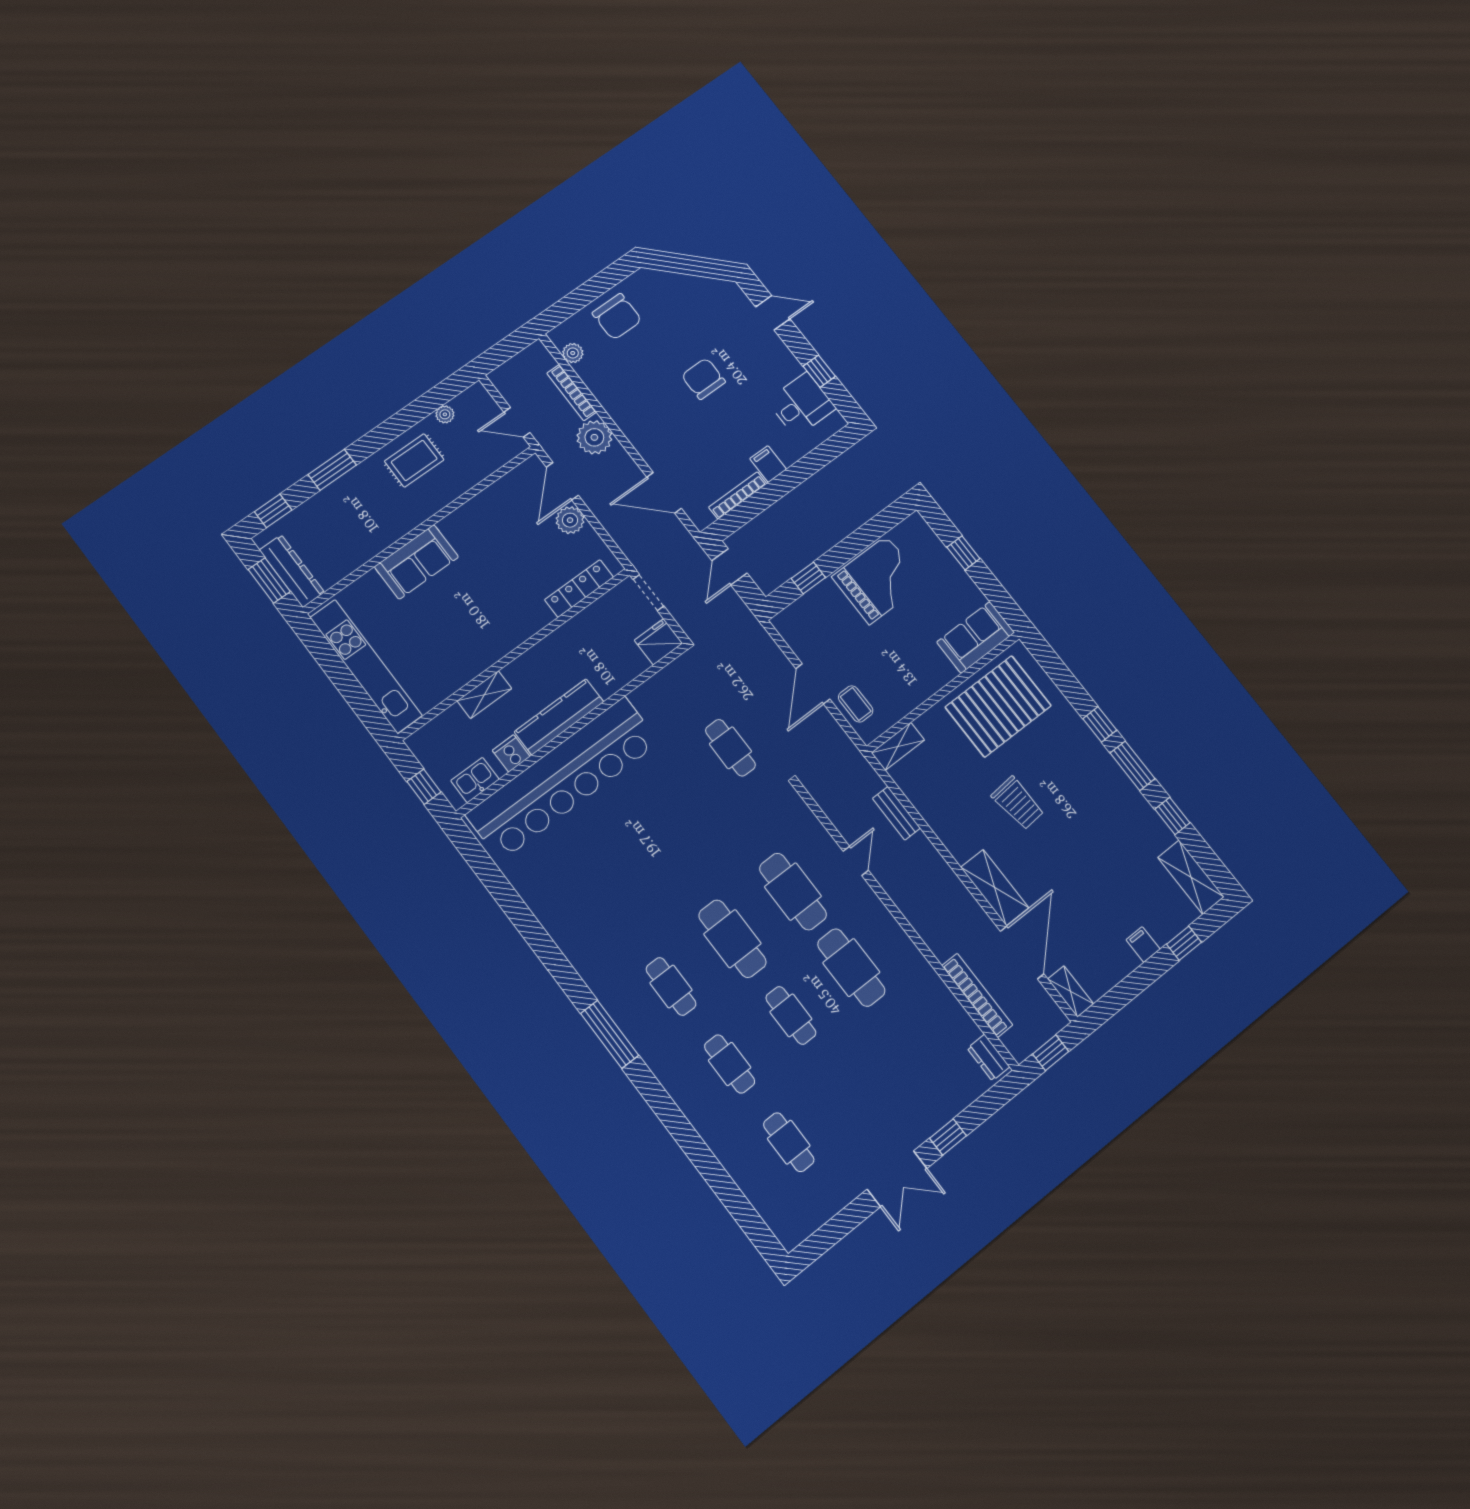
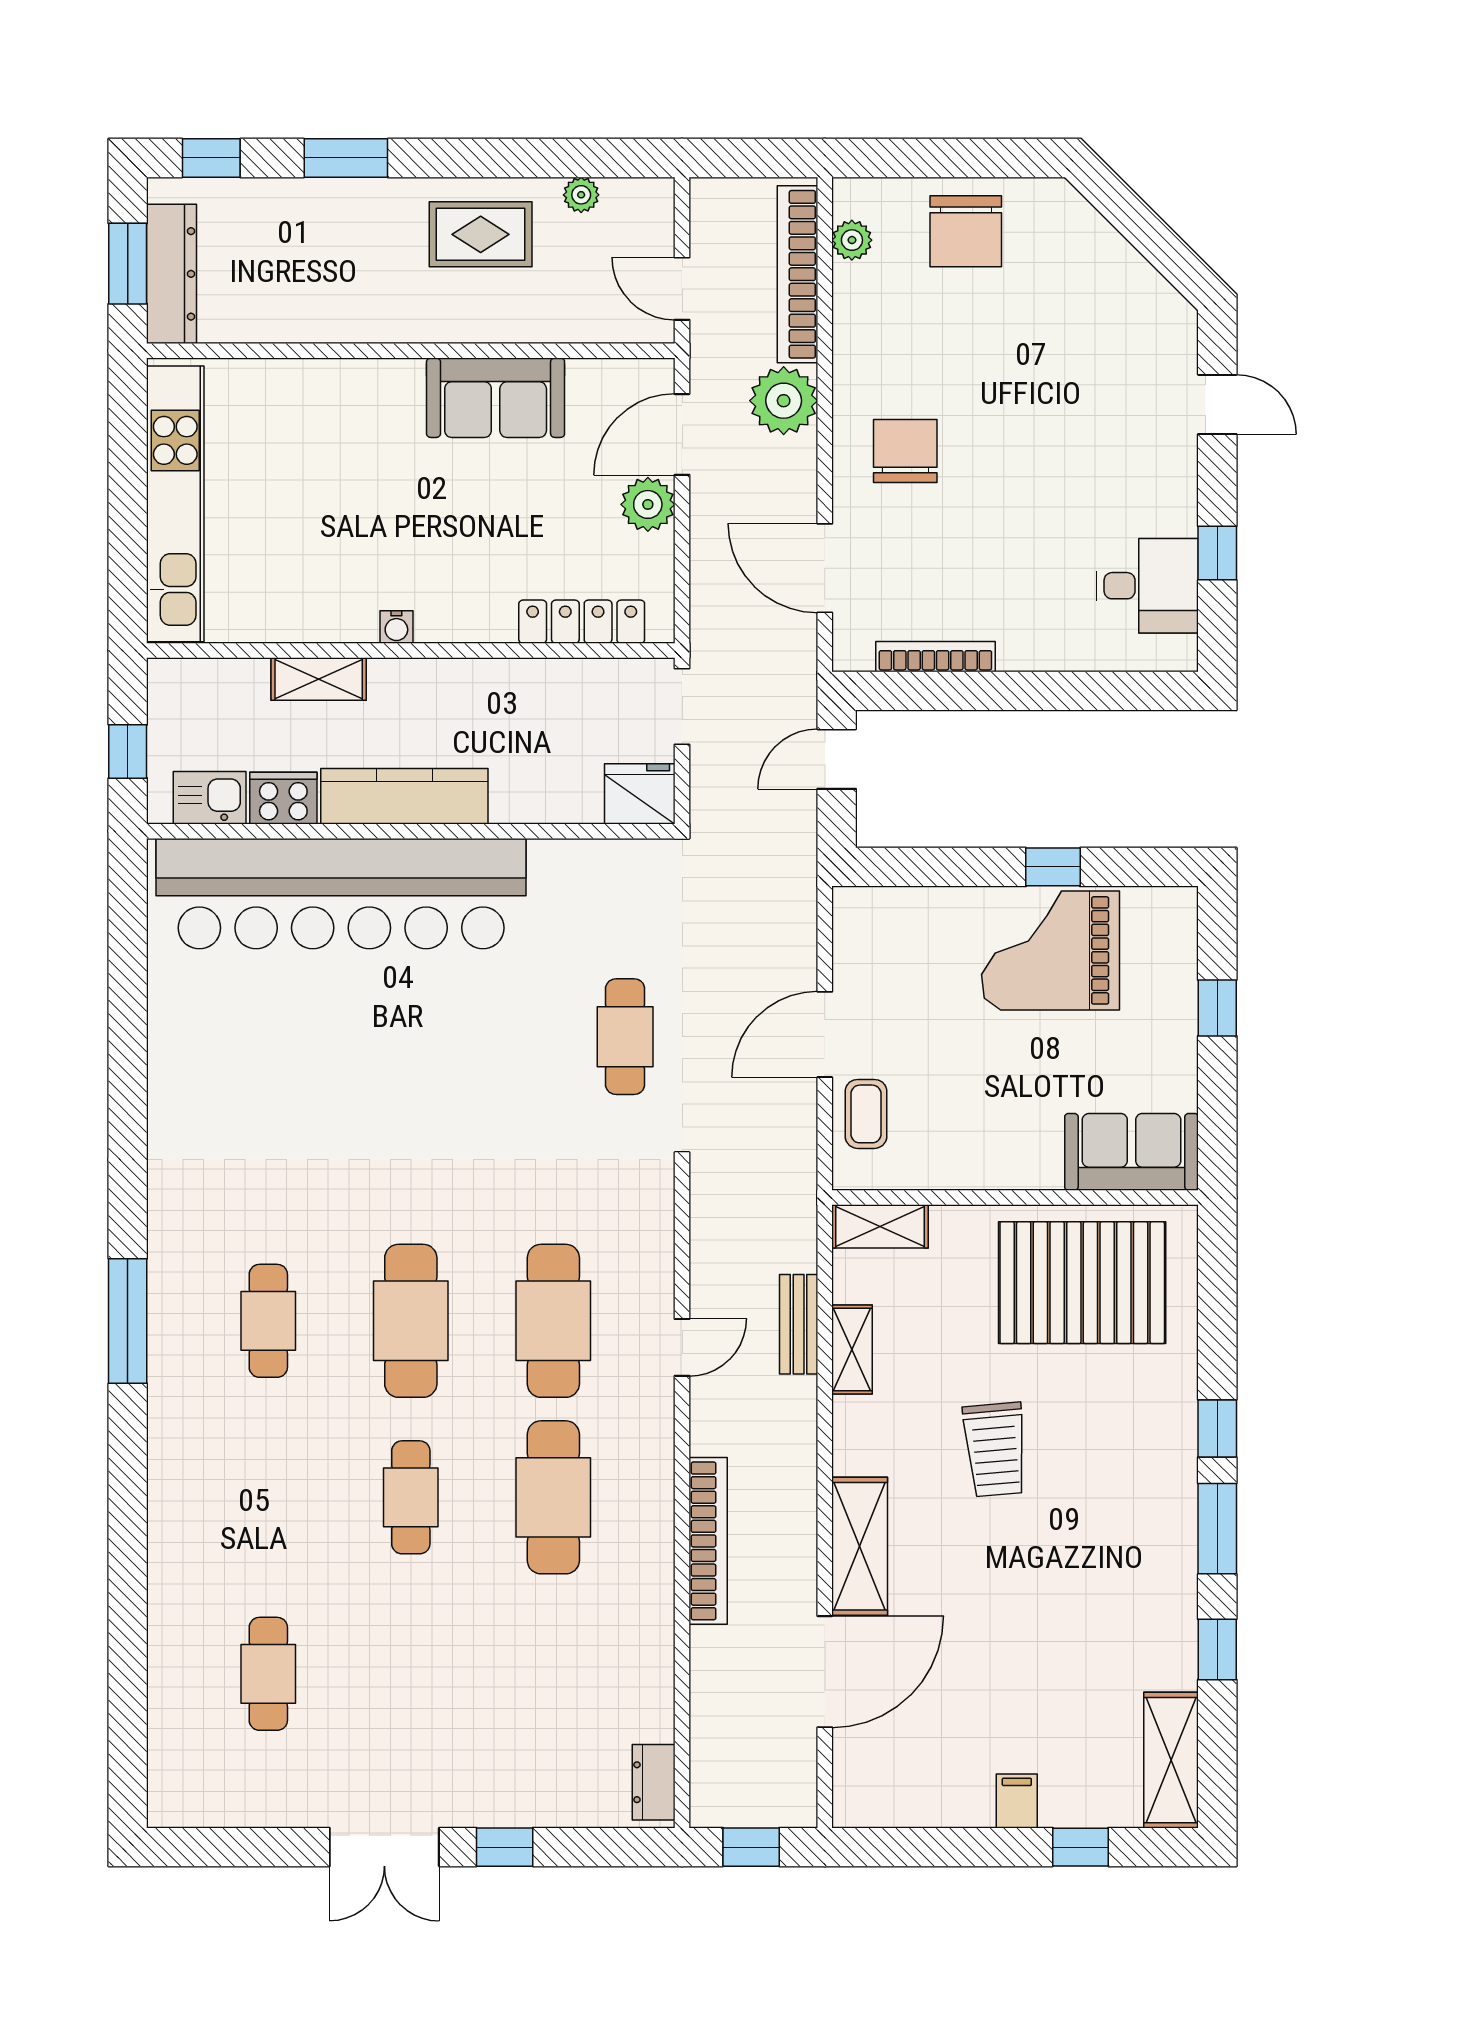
chair: (703, 379) -> (905, 451), moved
bookcase: (572, 393) -> (797, 274), width x1.48, depth x1.31
filing cabinet: (768, 464) -> (1021, 642), removed
sofa: (416, 562) -> (496, 398), moved
window: (808, 578) -> (1053, 867), moved
grand piano: (878, 580) -> (1050, 950), turned 180
water cooler: (502, 648) -> (396, 627), added
cooker: (511, 753) -> (283, 798), width x1.36
shelving: (1071, 991) -> (852, 1350), moved
bookcase: (977, 995) -> (708, 1541), moved
cafe table: (730, 1064) -> (268, 1497), removed

